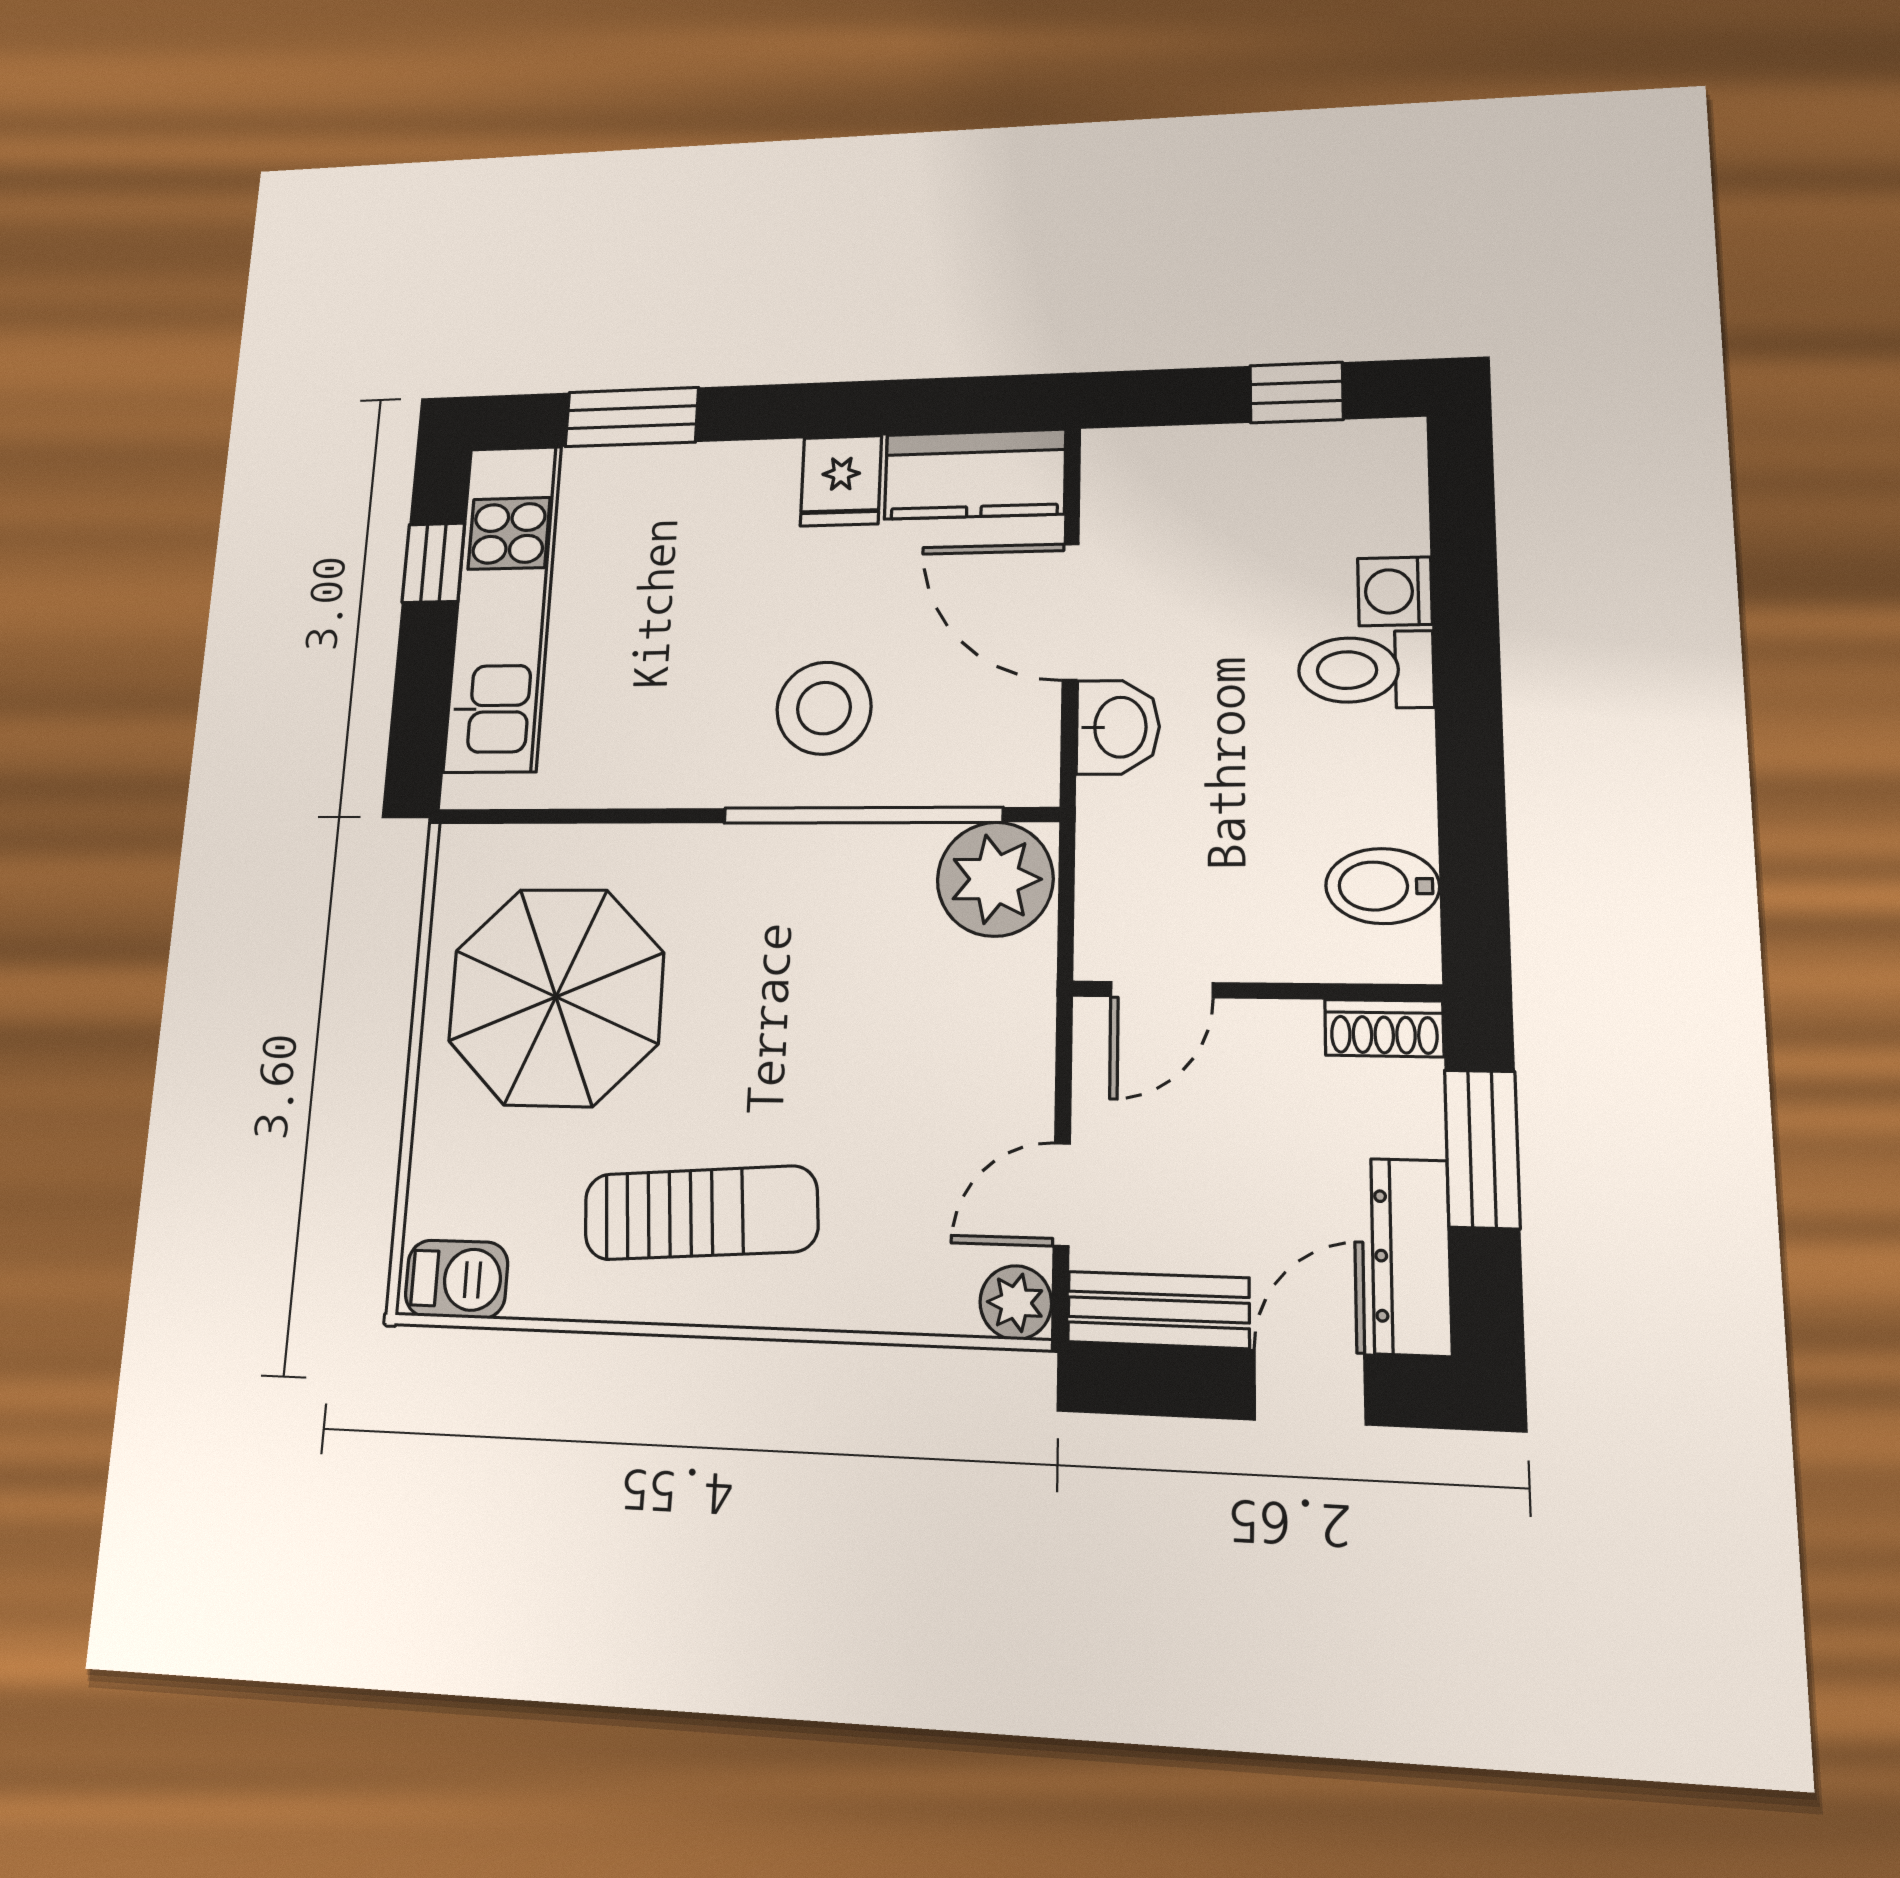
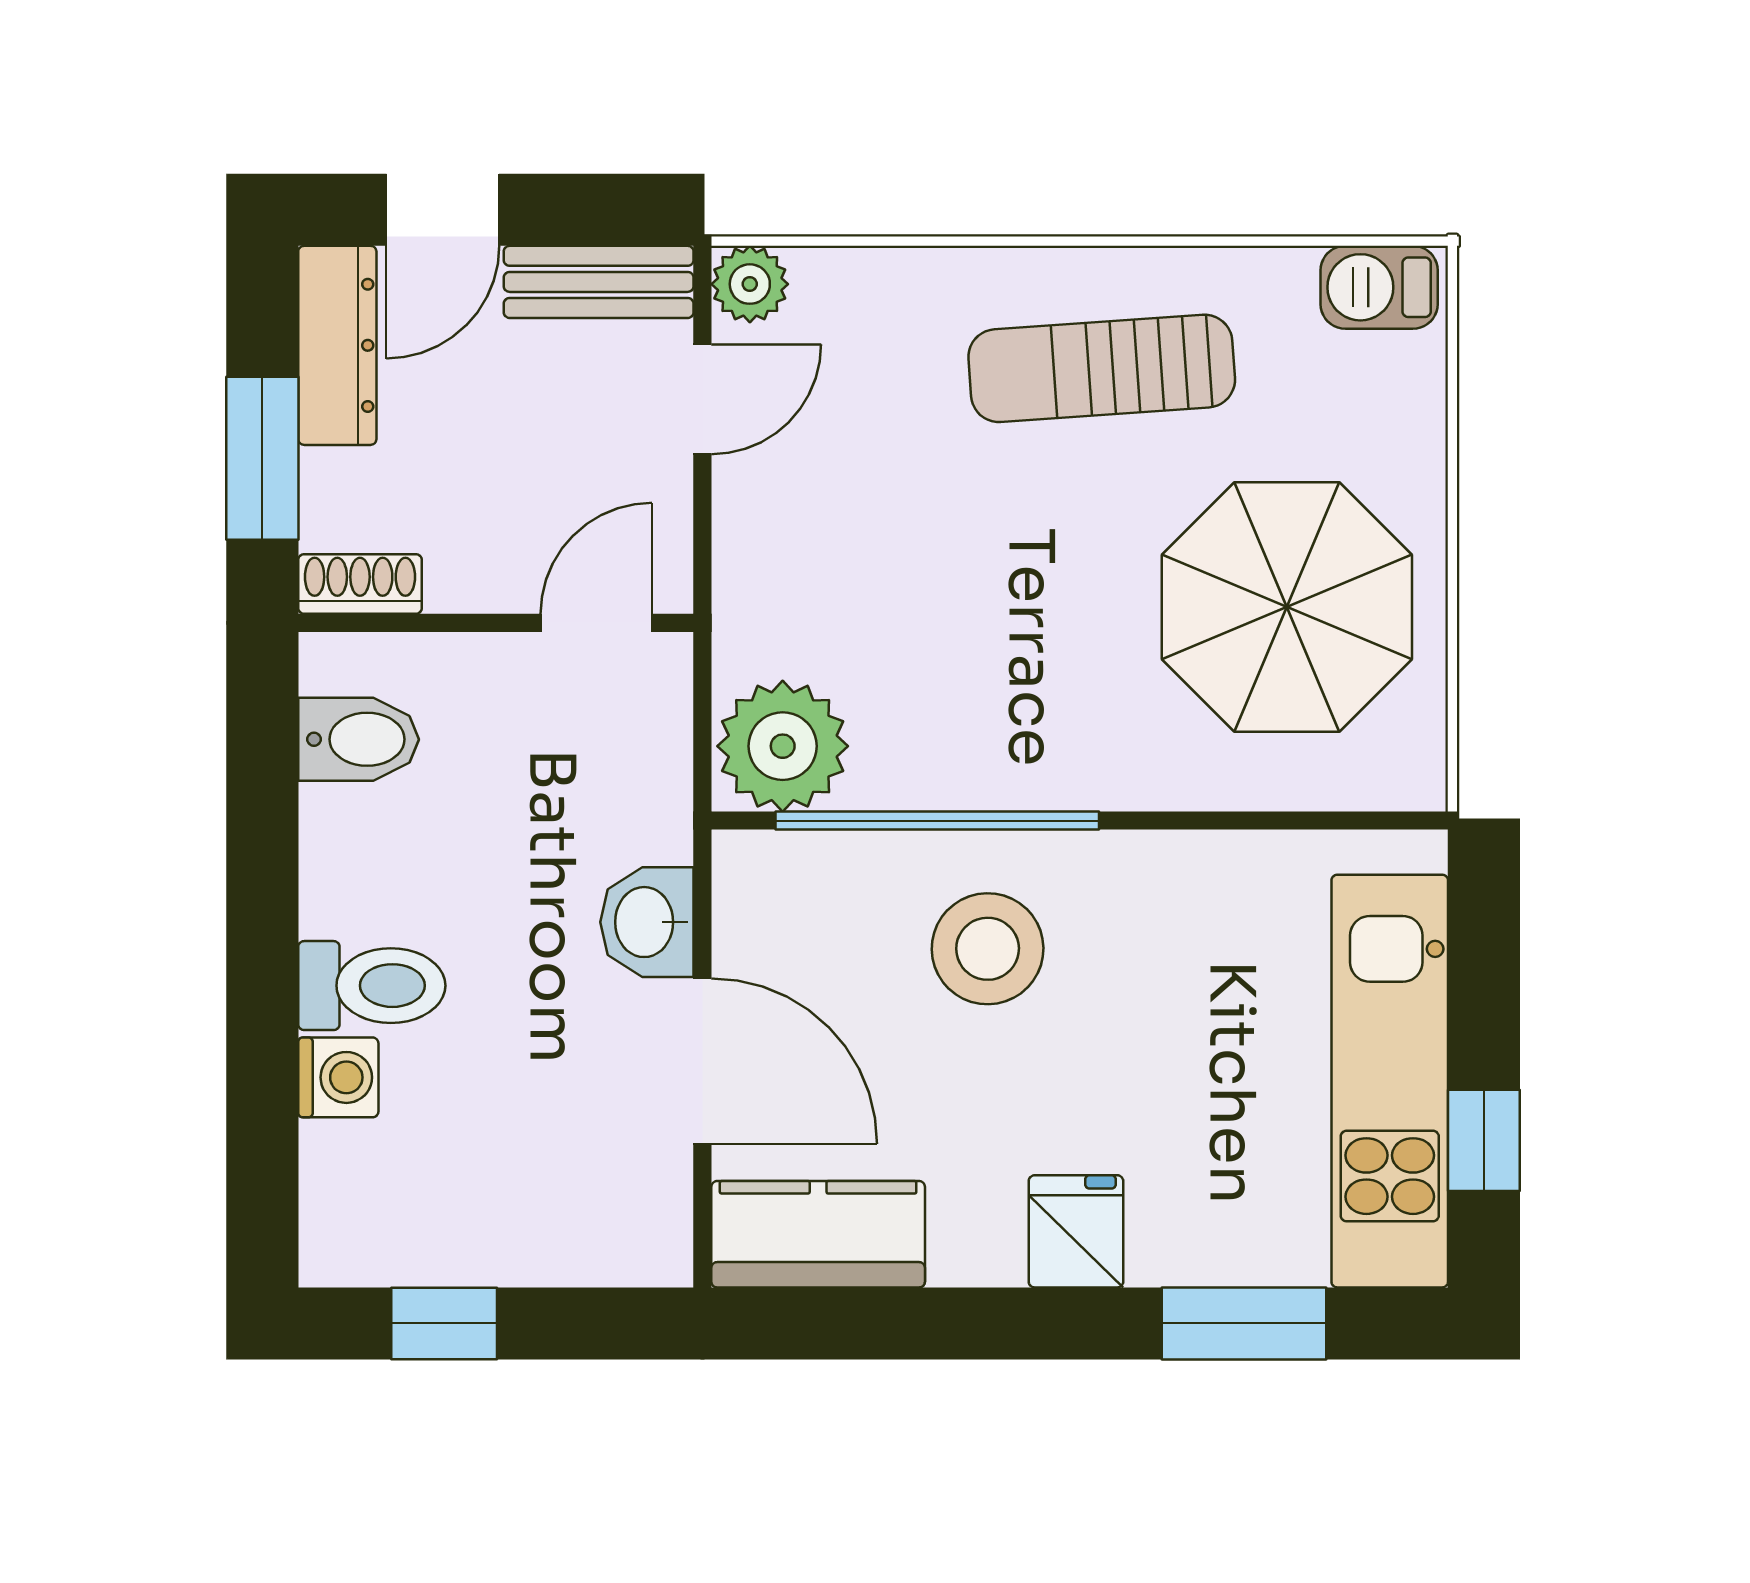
fridge: (841, 481) -> (1076, 1231), moved

